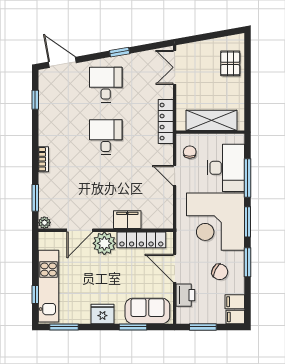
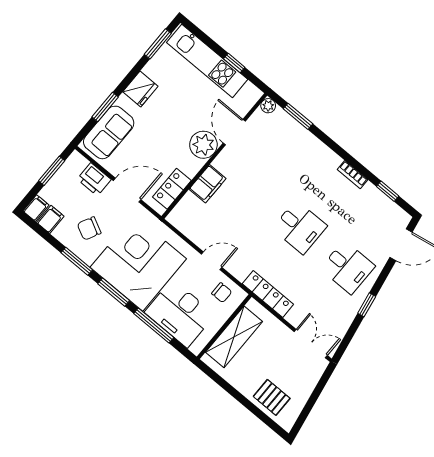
bookcase: (43, 159) -> (352, 175), moved
locker: (141, 240) -> (172, 189), width x0.66
window: (35, 295) -> (234, 63), moved

